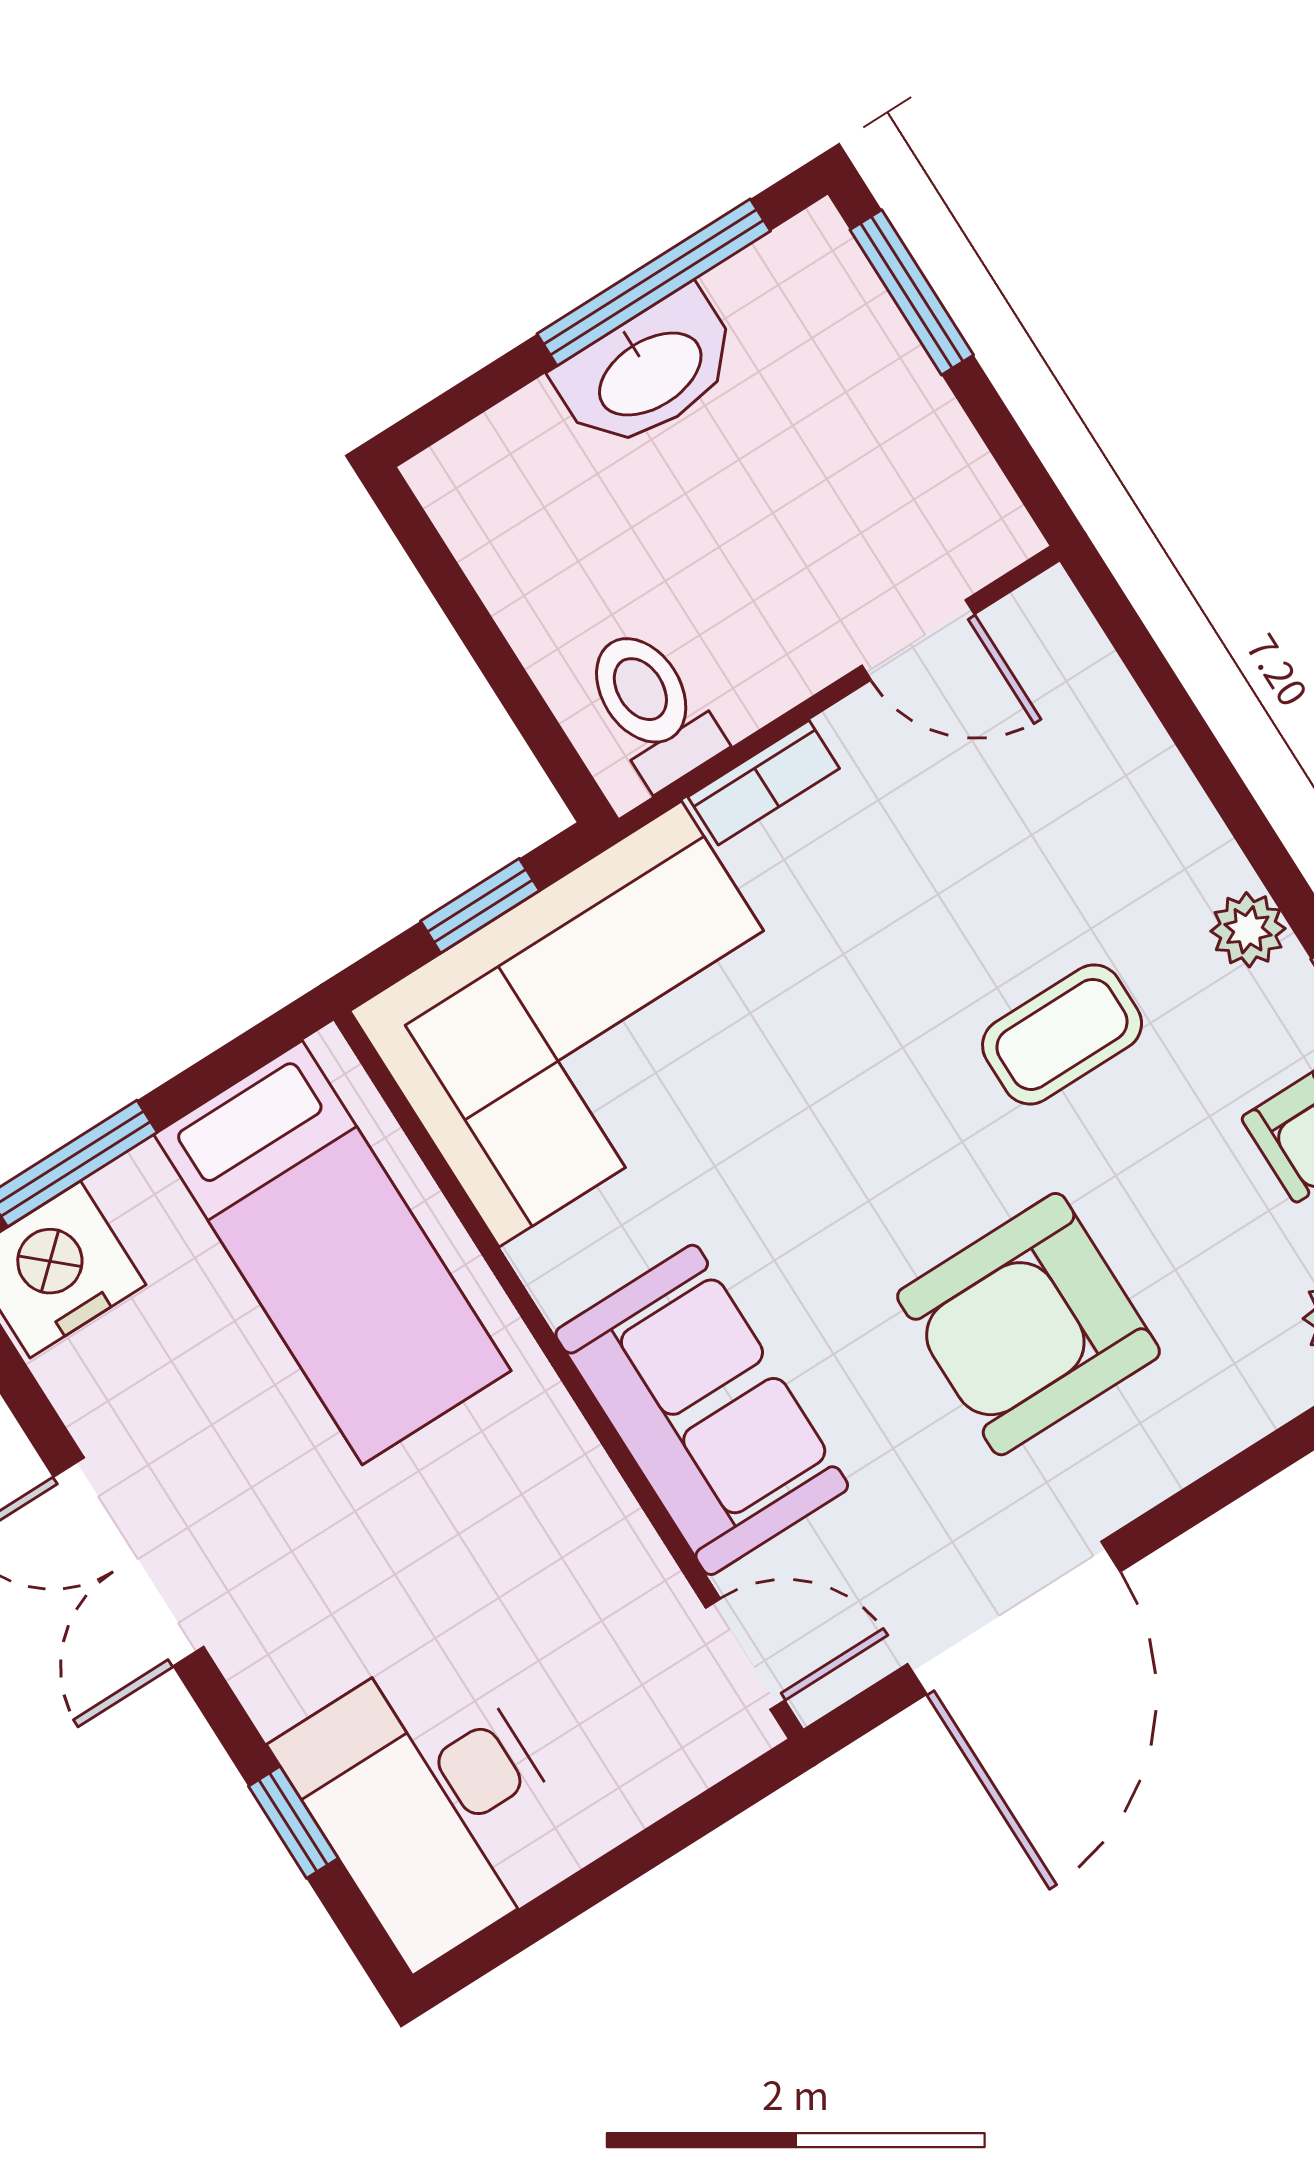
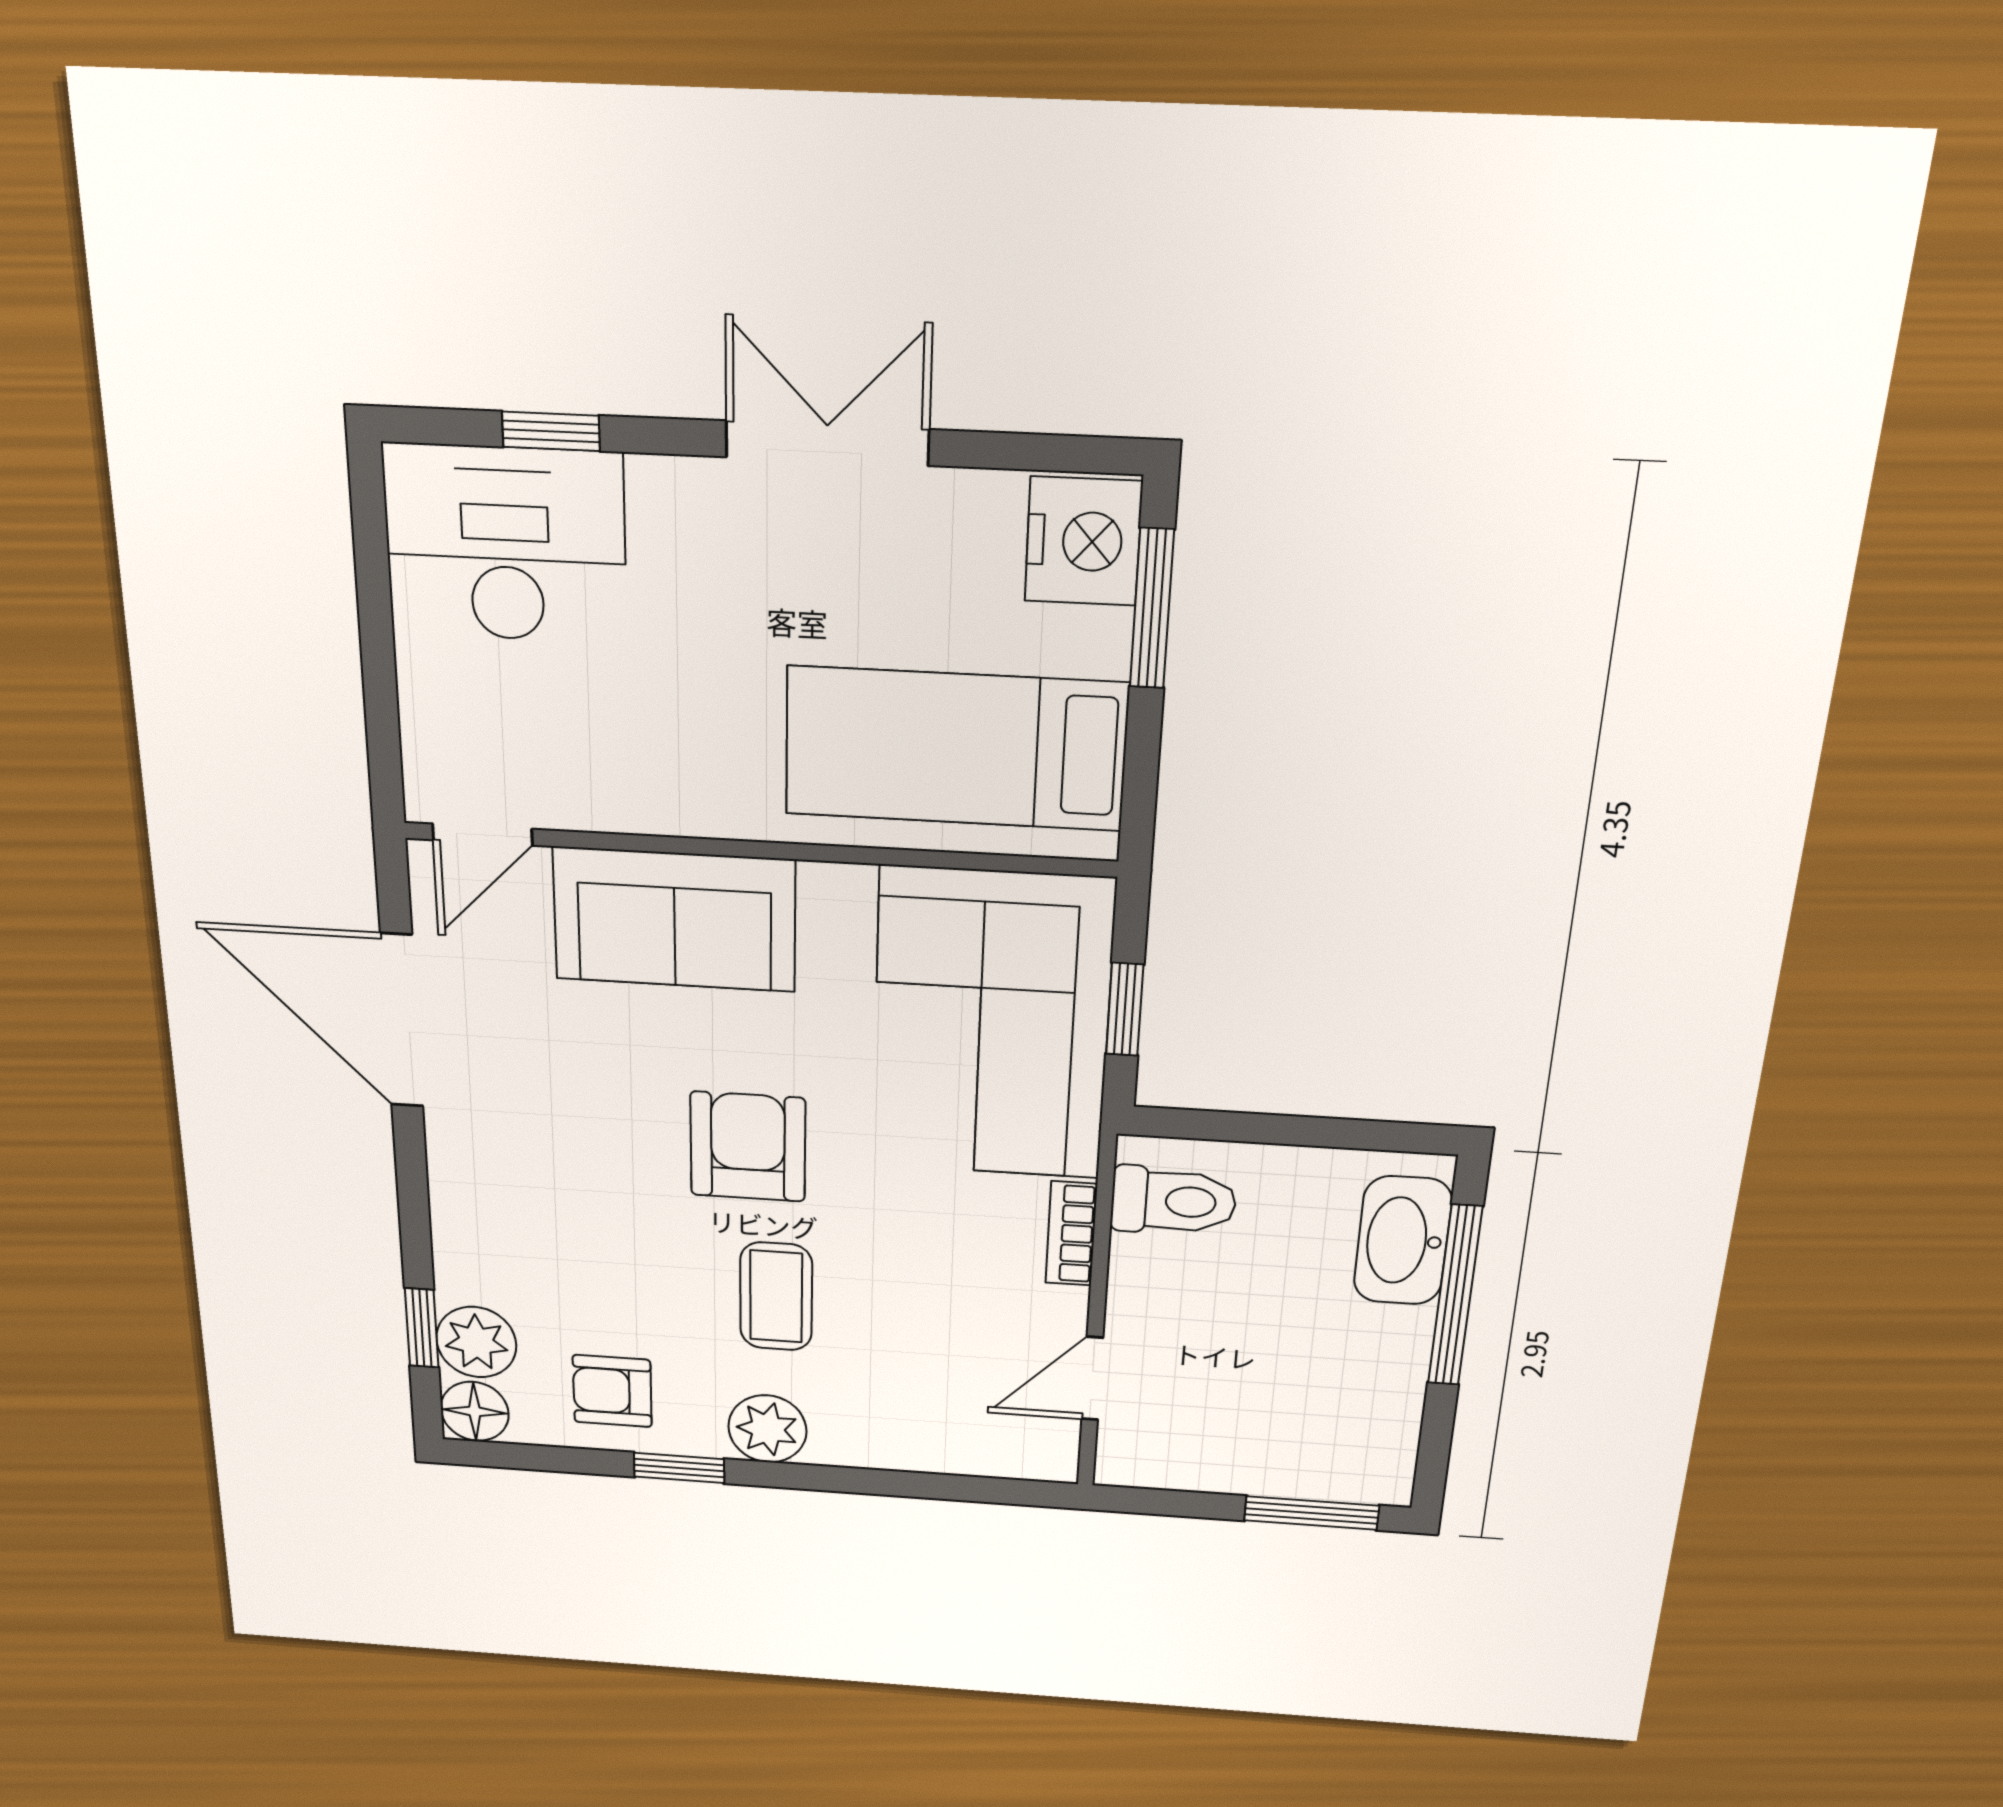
window: (654, 282) -> (1455, 1296), moved
washbasin: (649, 371) -> (1403, 1241), moved
plant: (1248, 930) -> (767, 1429), width x1.38, depth x1.38
armchair: (1028, 1324) -> (748, 1147), moved, width x0.73, depth x0.73

